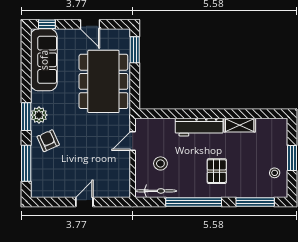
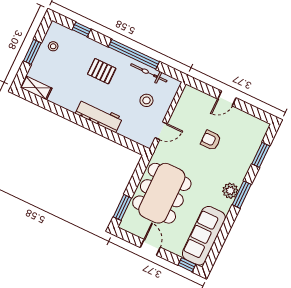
shelving: (240, 125) -> (36, 88), moved
armchair: (48, 141) -> (211, 140), moved, turned 114
window: (26, 163) -> (261, 155), width x0.69
pallet: (217, 171) -> (102, 71), turned 90
bicycle: (156, 191) -> (149, 73), moved
window: (255, 202) -> (81, 29), width x0.46

